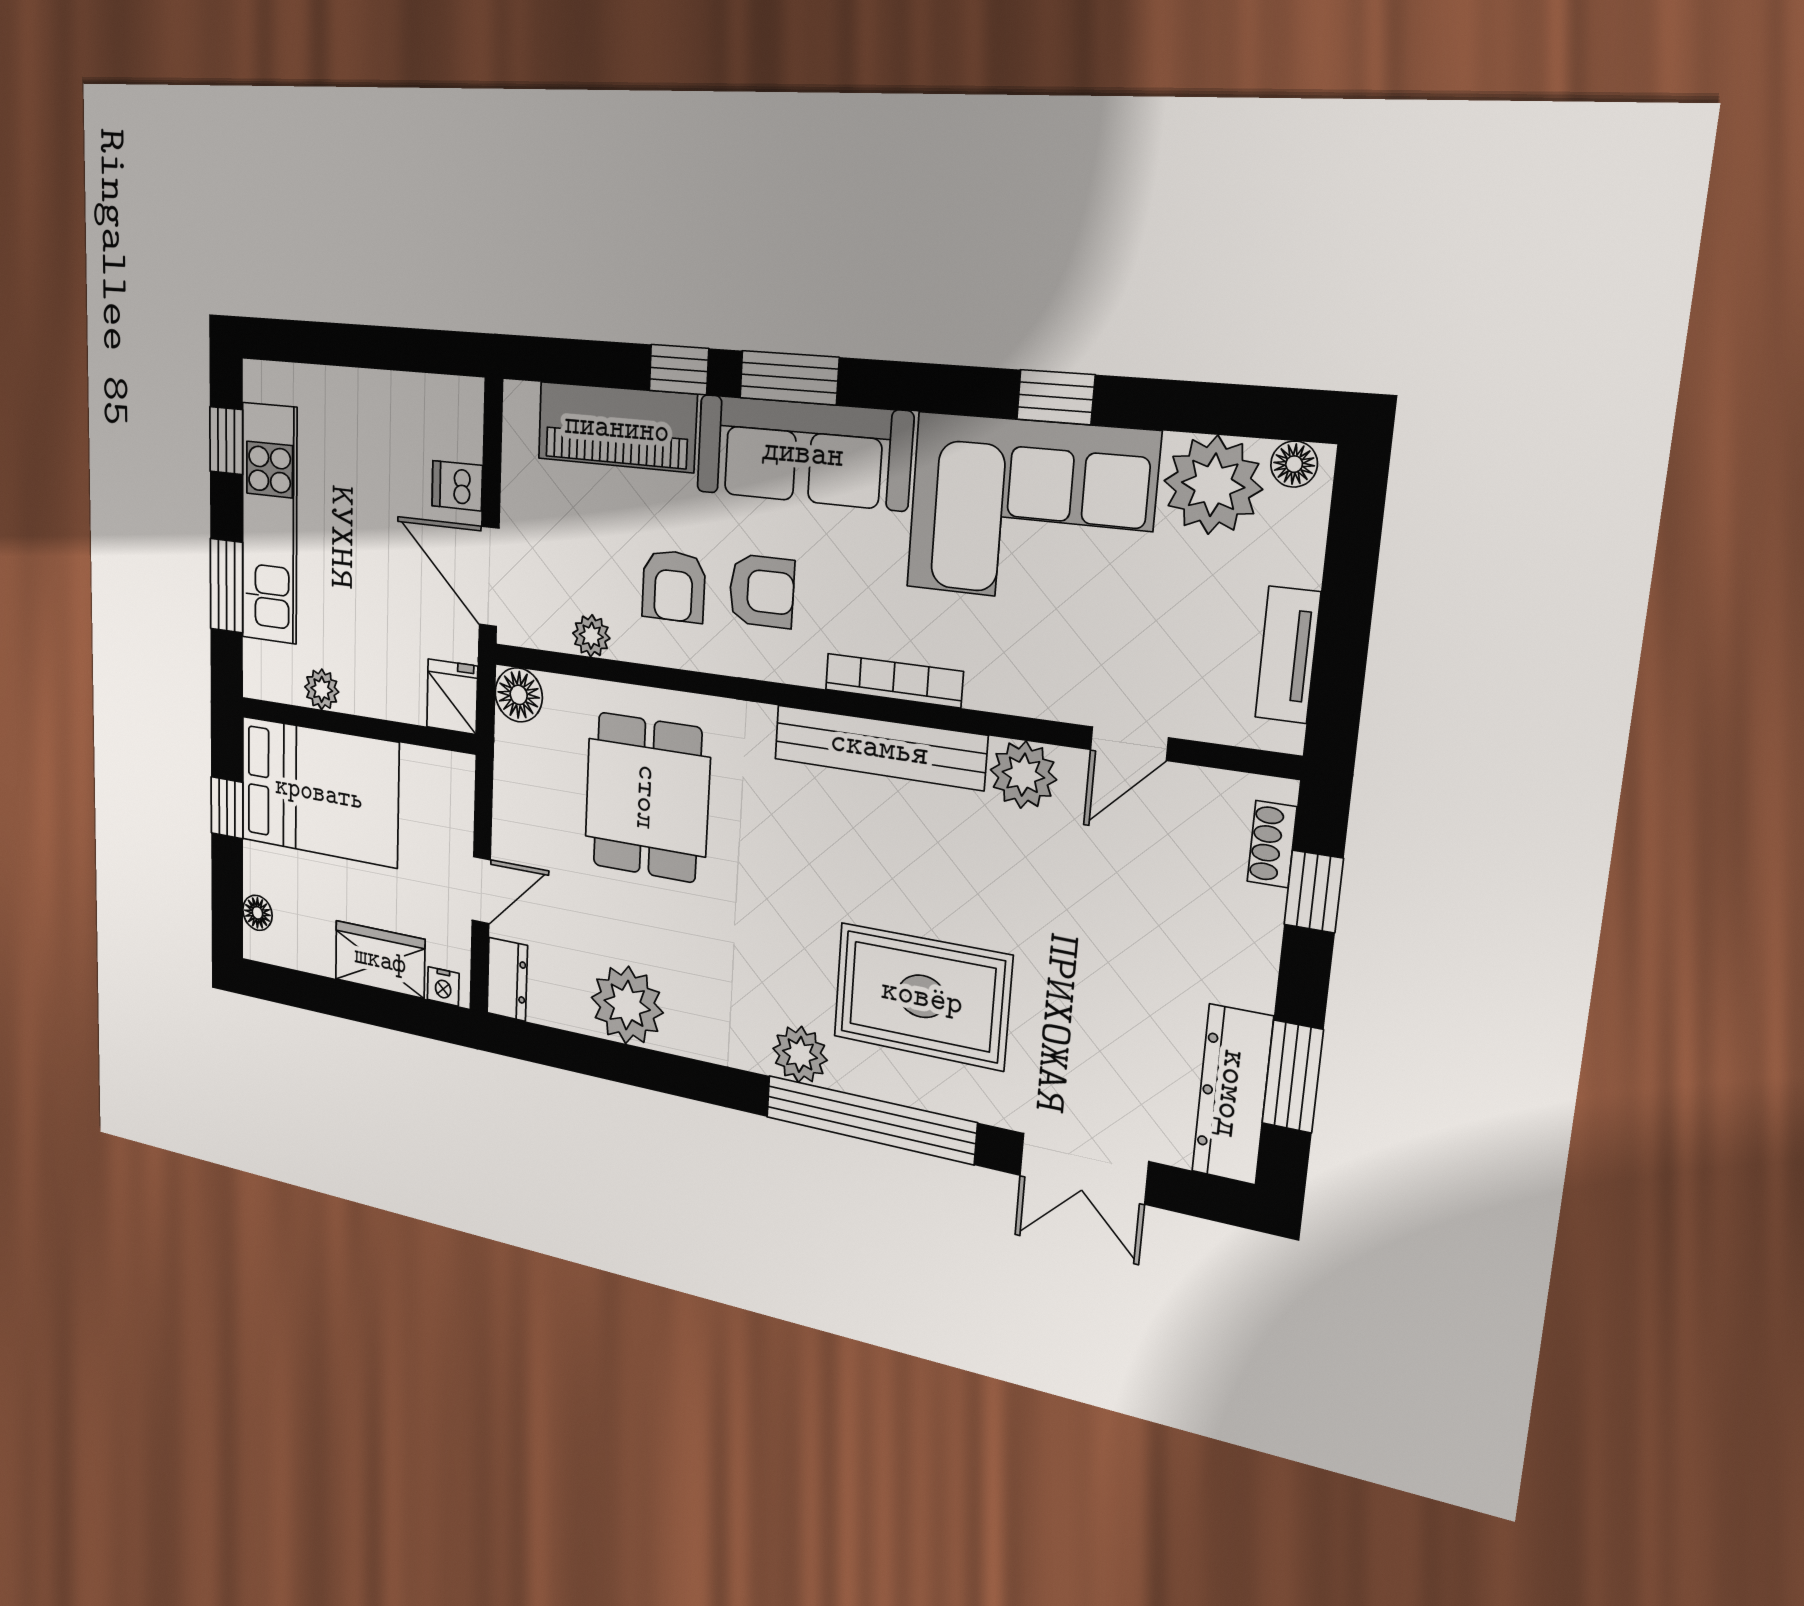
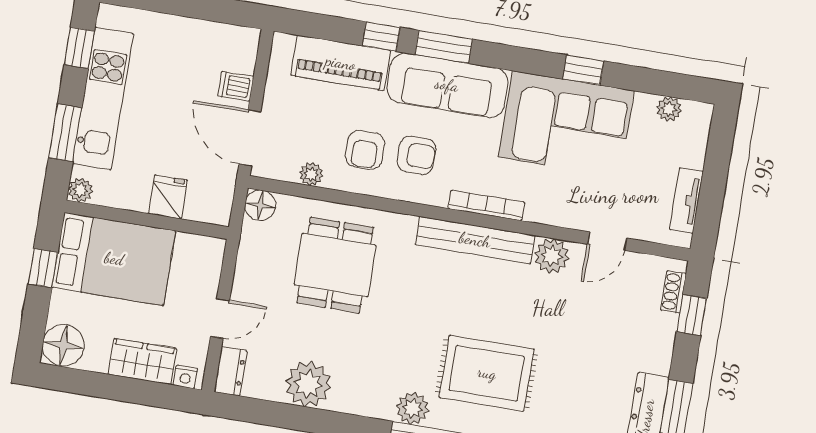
floor lamp: (1294, 464) -> (695, 111), removed
plant: (1213, 485) -> (669, 109), width x0.53, depth x0.53
plant: (322, 689) -> (80, 190), moved
fridge: (452, 697) -> (168, 197), moved
floor lamp: (257, 913) -> (63, 345), width x1.89, depth x1.89

